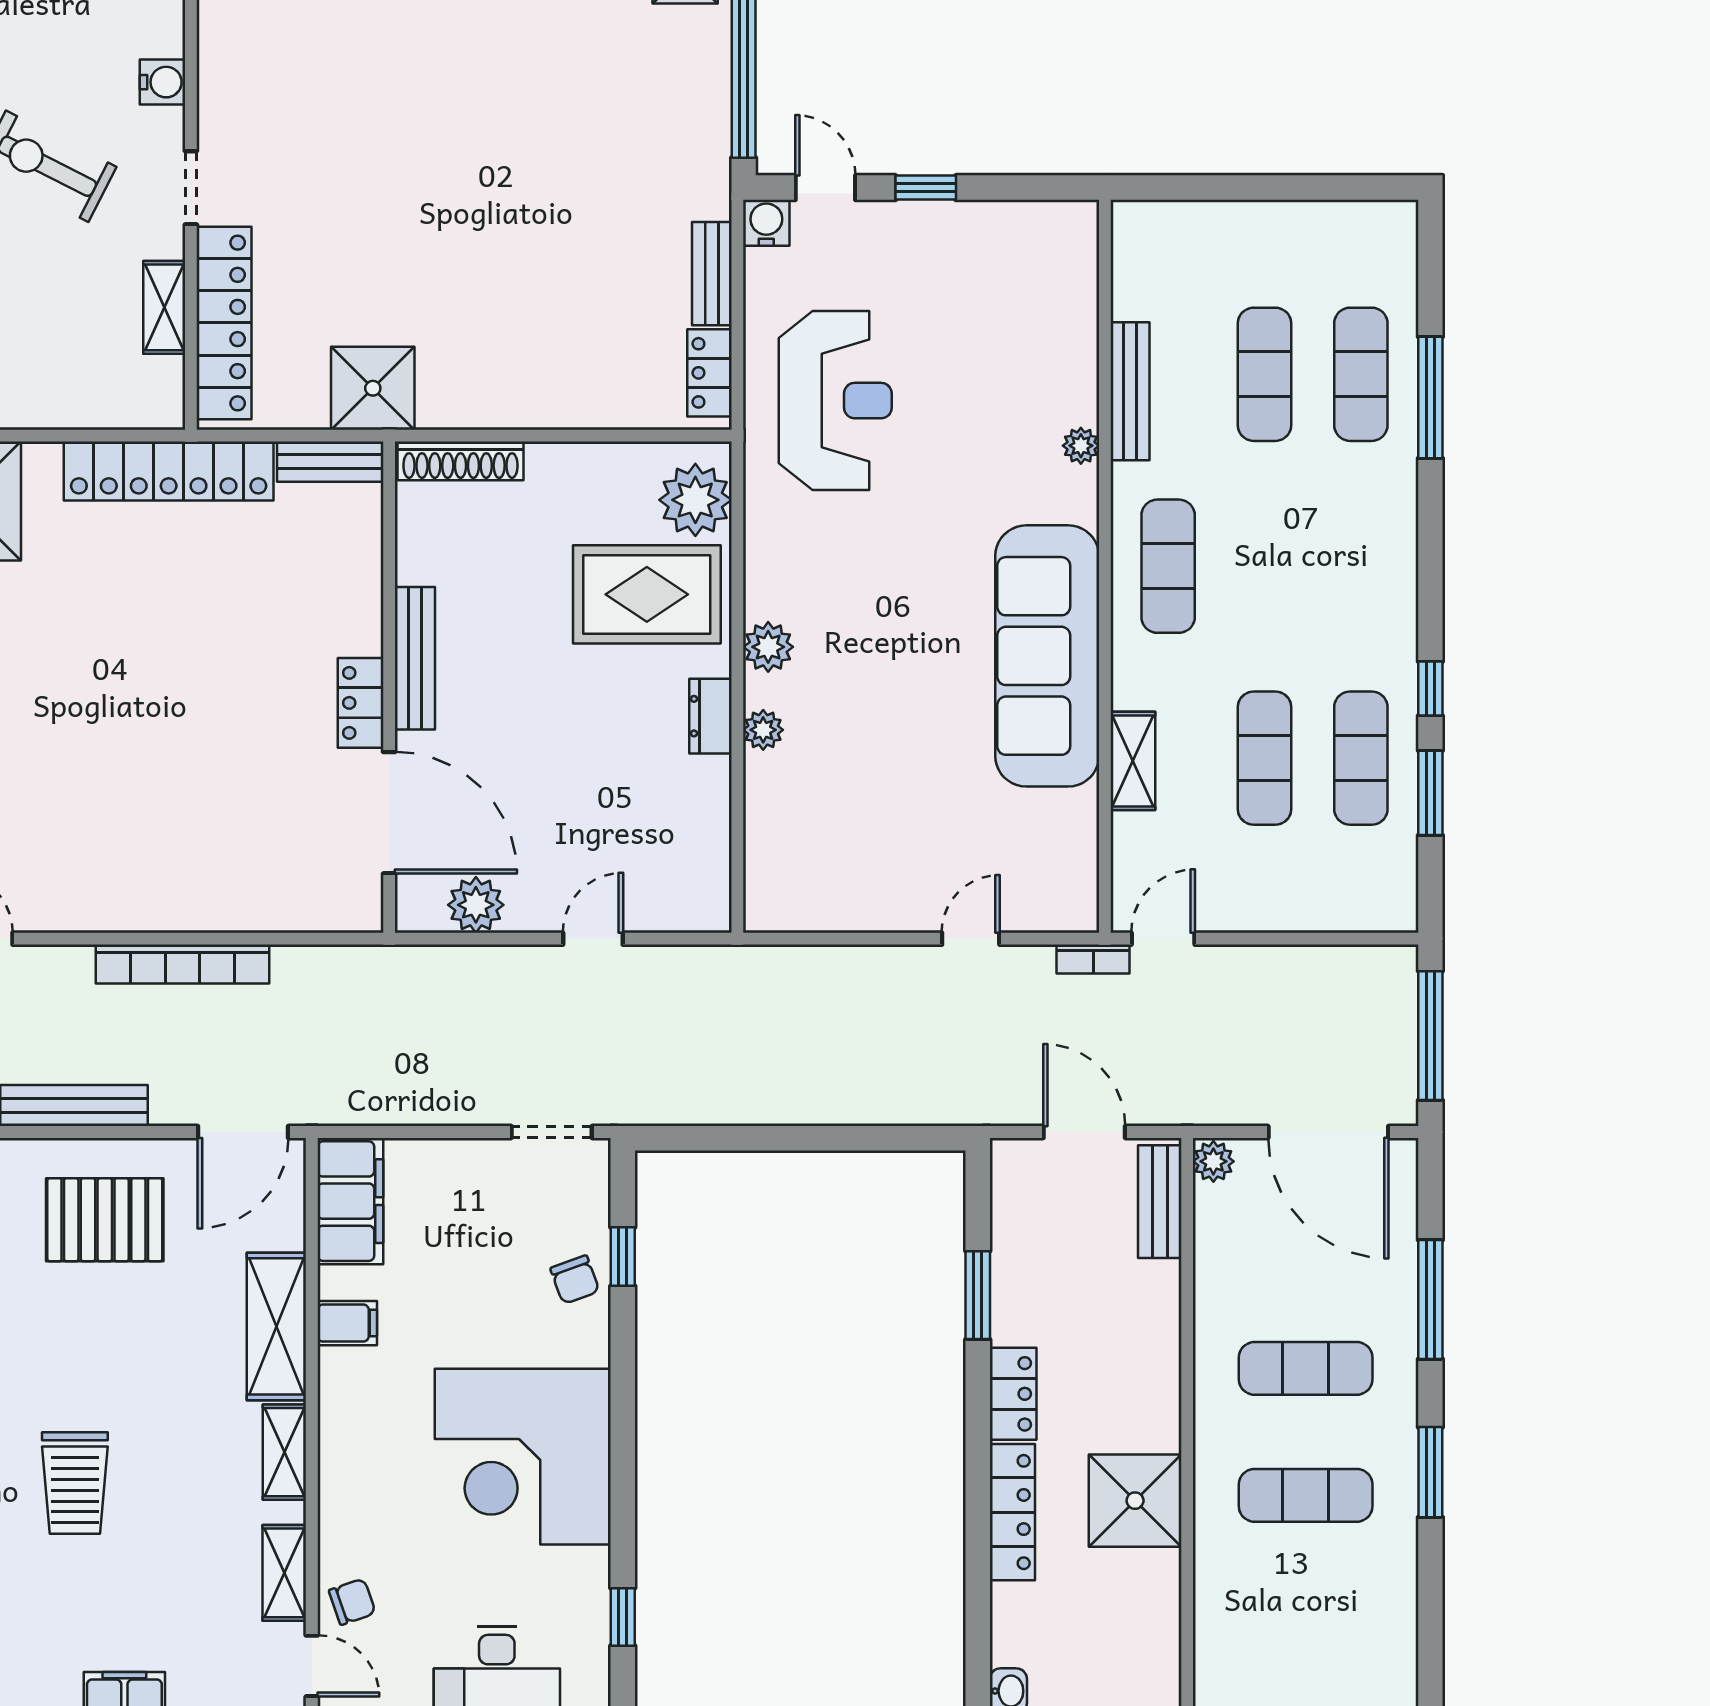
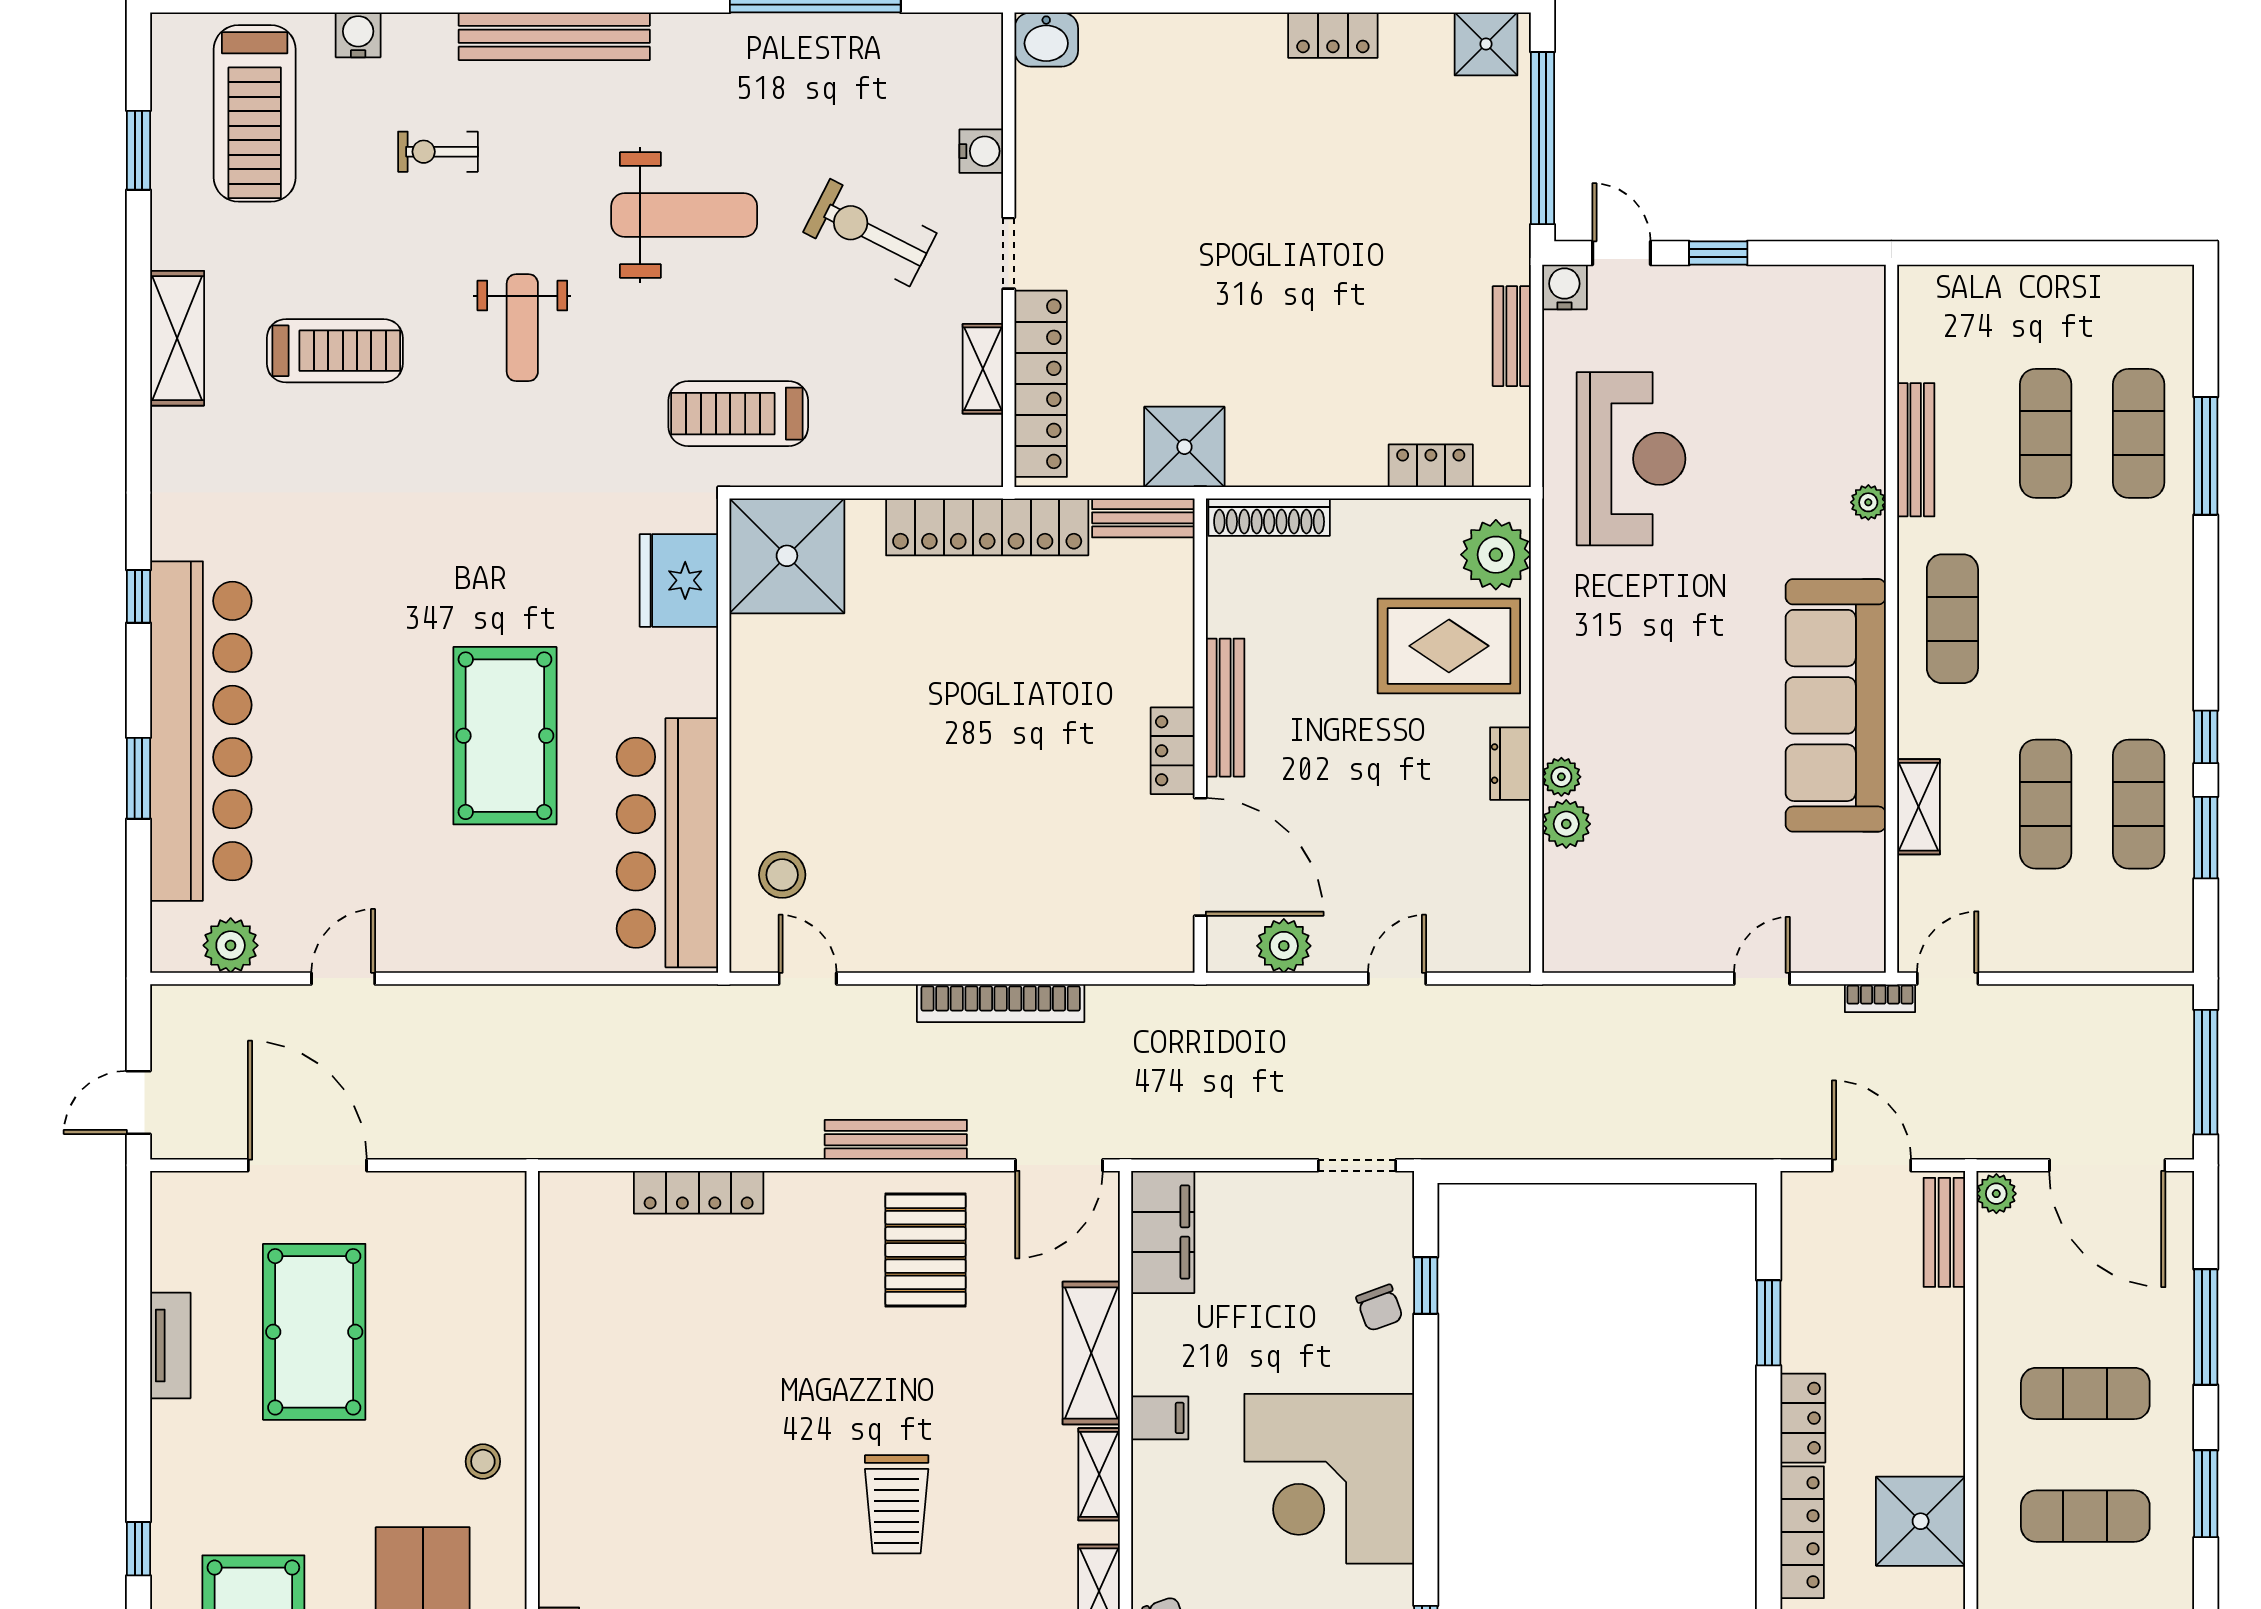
locker: (709, 373) -> (1431, 466), moved, turned 90
plant: (768, 647) -> (1566, 824), moved
pallet: (105, 1220) -> (925, 1250), turned 90
filing cabinet: (347, 1323) -> (1160, 1418), moved

